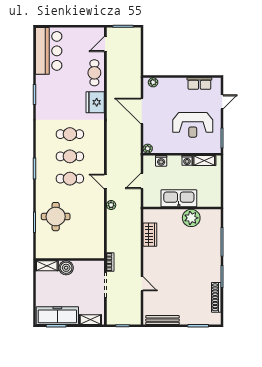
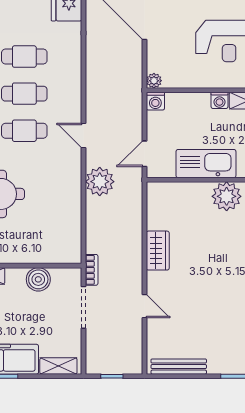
washing machine: (161, 161) -> (155, 101), moved
door: (142, 181) -> (144, 154), moved
plant: (111, 205) -> (100, 182), width x1.88, depth x1.88
wardrobe: (150, 235) -> (158, 251), moved
boiler: (66, 268) -> (38, 279), moved

